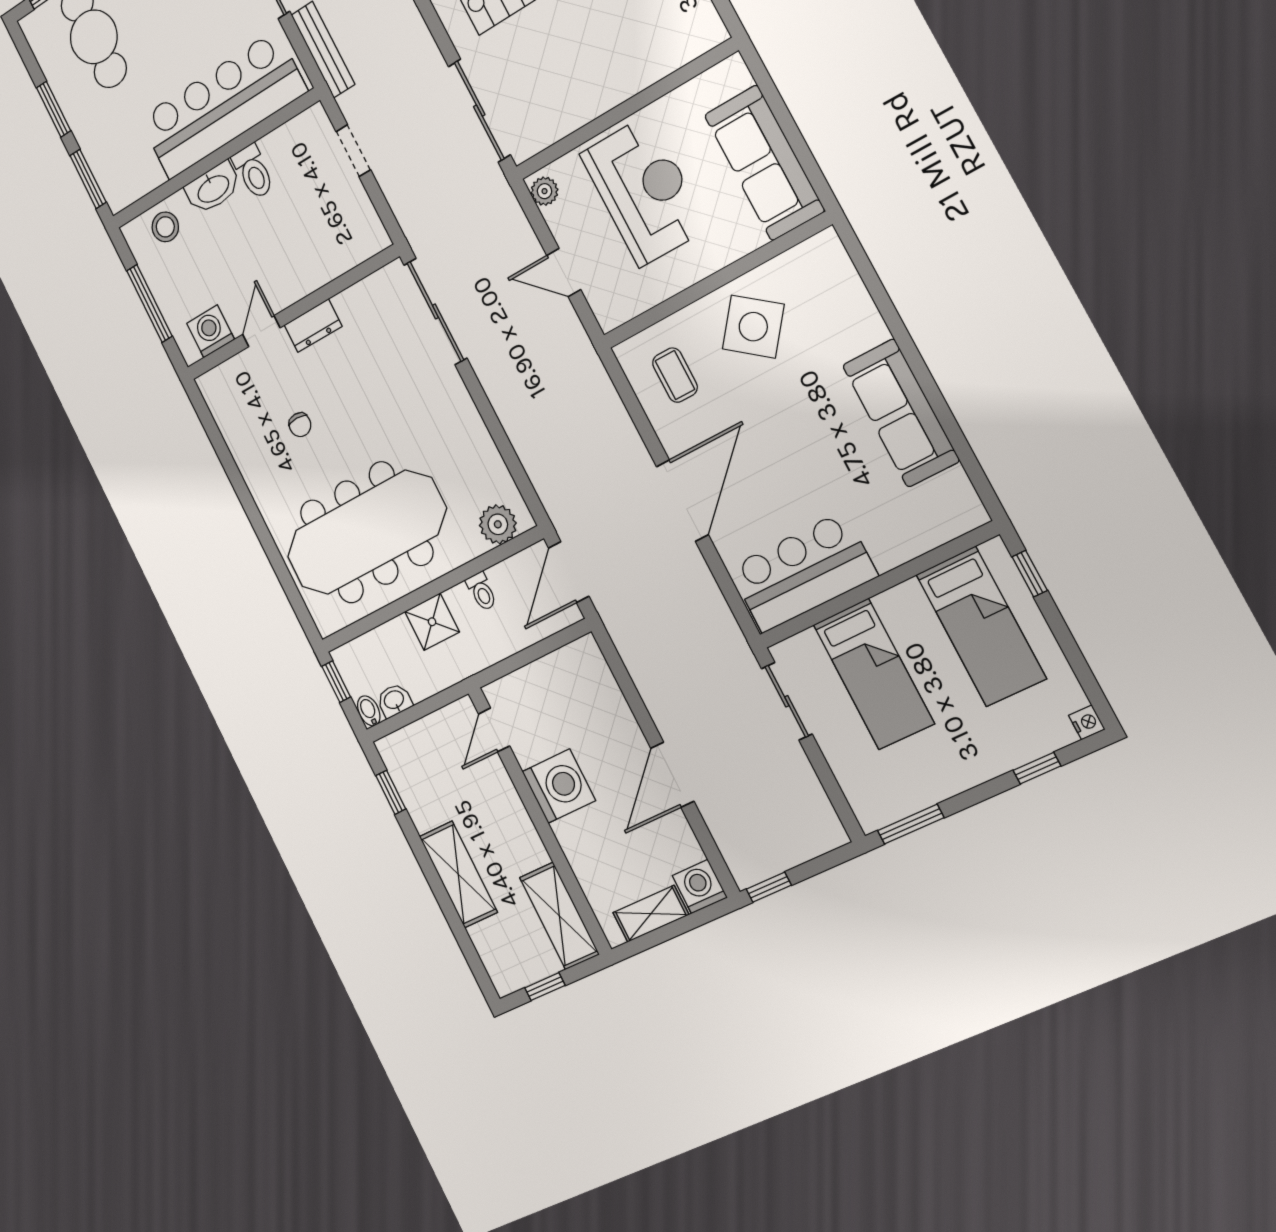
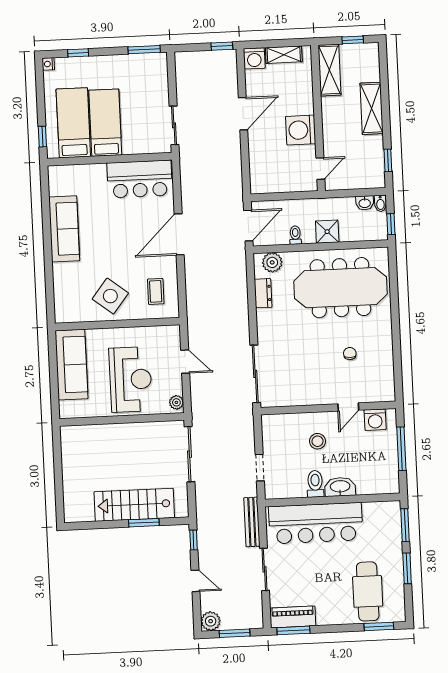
reception desk: (644, 191) -> (131, 379), turned 180
stool: (165, 227) -> (317, 441), moved
dresser: (313, 326) -> (263, 293), moved, turned 90
bed: (874, 674) -> (105, 123), moved

